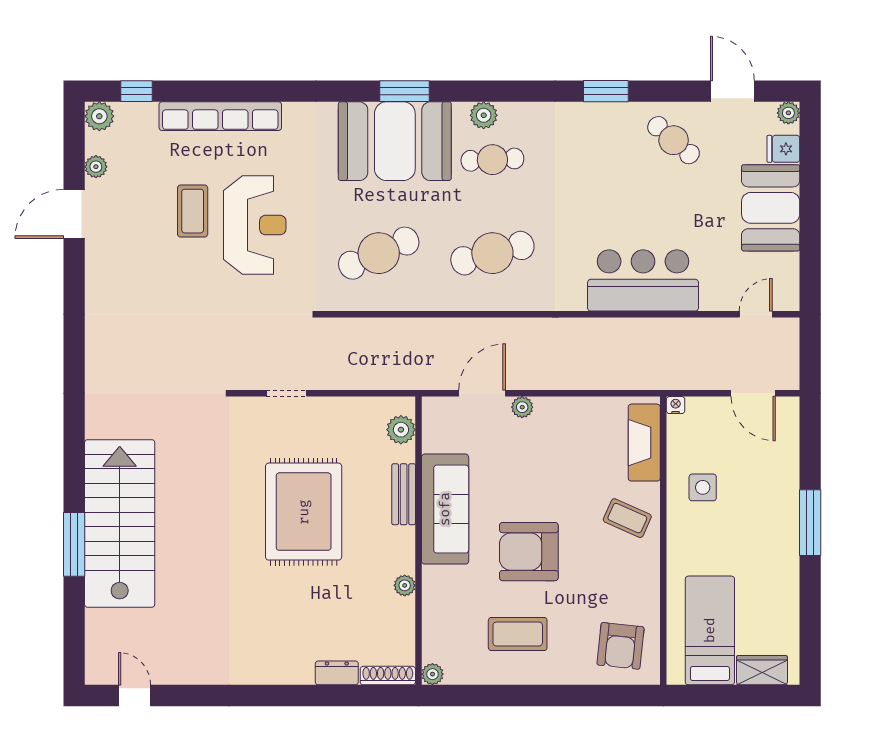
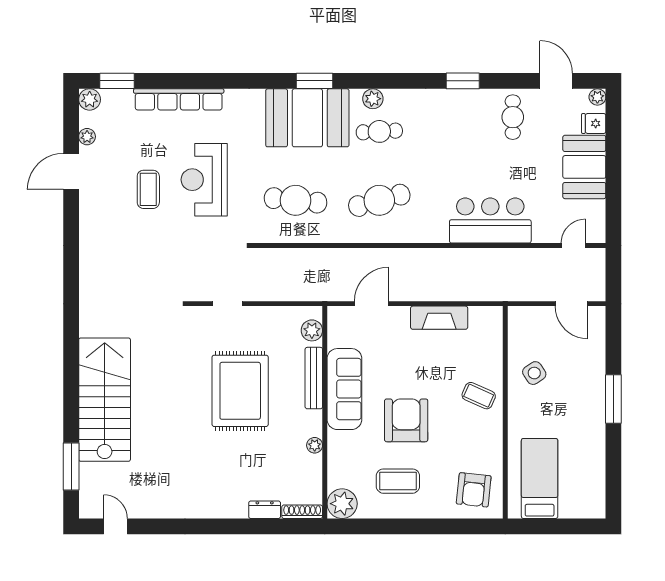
window: (137, 91) -> (117, 81), width x1.50
cafe table: (674, 140) -> (513, 117), turned 49
coffee table: (193, 211) -> (148, 189), moved
reception desk: (255, 225) -> (204, 180), turned 180
cafe table: (379, 253) -> (295, 200), turned 30
nightstand: (676, 405) -> (514, 312), removed
plant: (522, 407) -> (401, 314), removed
fireplace: (644, 443) -> (439, 318), moved, turned -90
side table: (703, 487) -> (534, 373), turned -34
bench: (404, 494) -> (314, 378), width x1.36
window: (74, 544) -> (71, 467), moved
armchair: (529, 552) -> (406, 420), turned 90
wardrobe: (762, 670) -> (578, 508), removed
plant: (432, 674) -> (342, 504), width x1.87, depth x1.87

